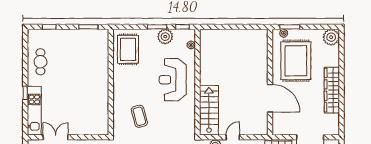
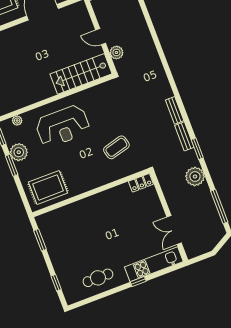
locker: (104, 125) -> (141, 183), added

